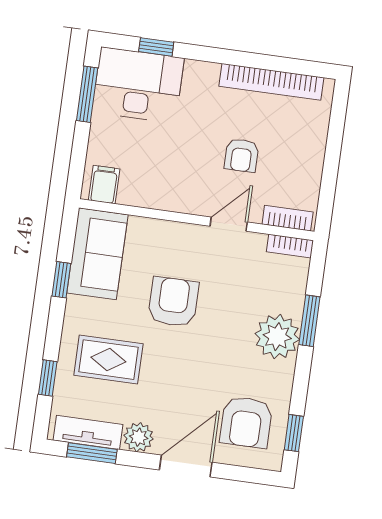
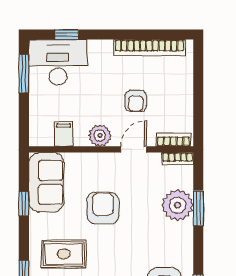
filing cabinet: (104, 185) -> (64, 134), moved
plant: (183, 198) -> (100, 135), added
plant: (277, 337) -> (178, 205), moved

